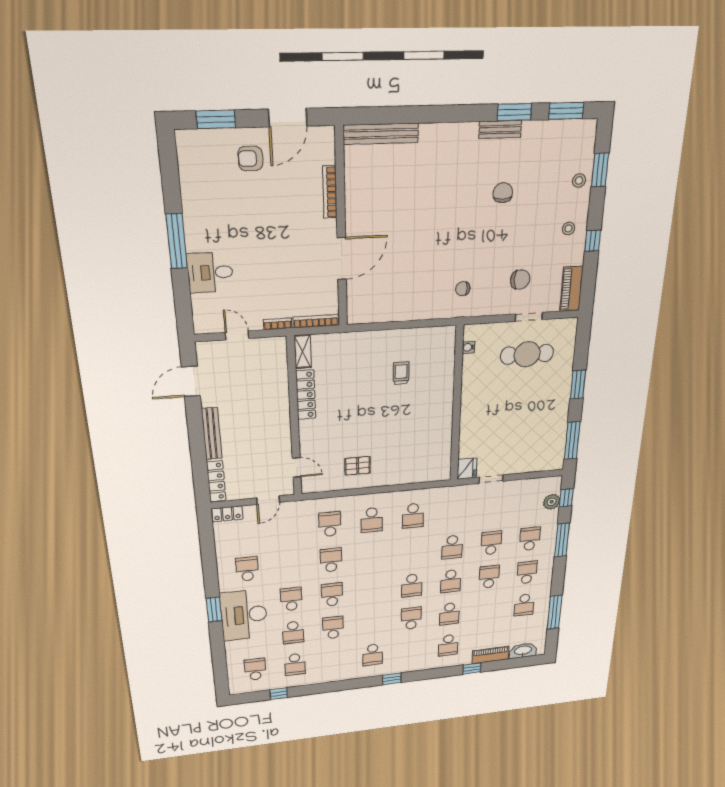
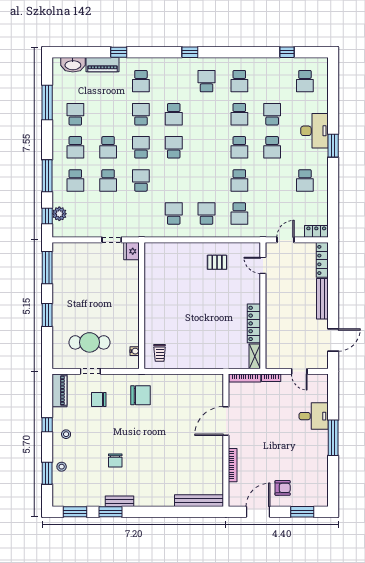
chair: (463, 289) -> (141, 395), width x1.87, depth x1.87
trolley: (401, 373) -> (160, 353), moved
desk: (244, 615) -> (314, 131), width x0.73, depth x0.77
school desk: (448, 645) -> (141, 81), turned 180
school desk: (295, 664) -> (239, 81), moved, turned 180

